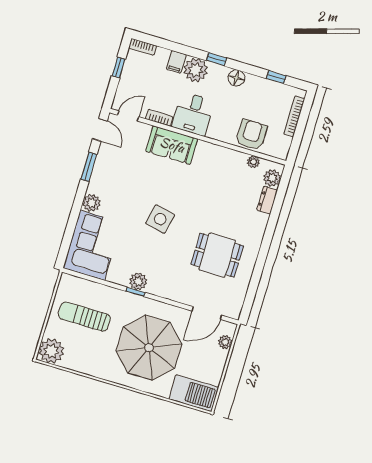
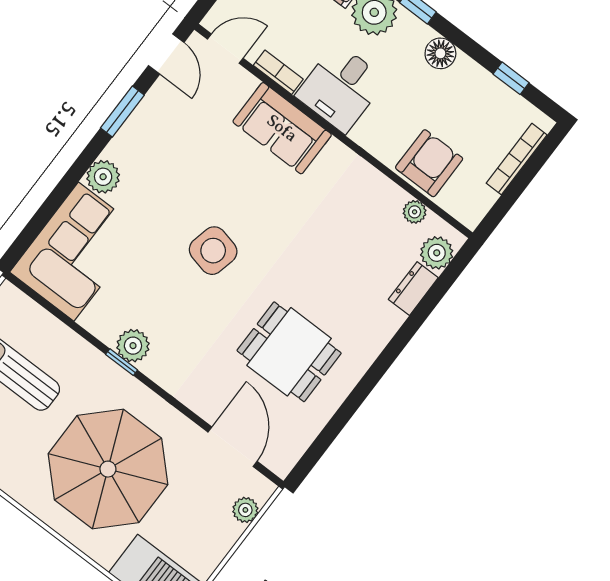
door: (207, 313) -> (232, 447), swing flipped

